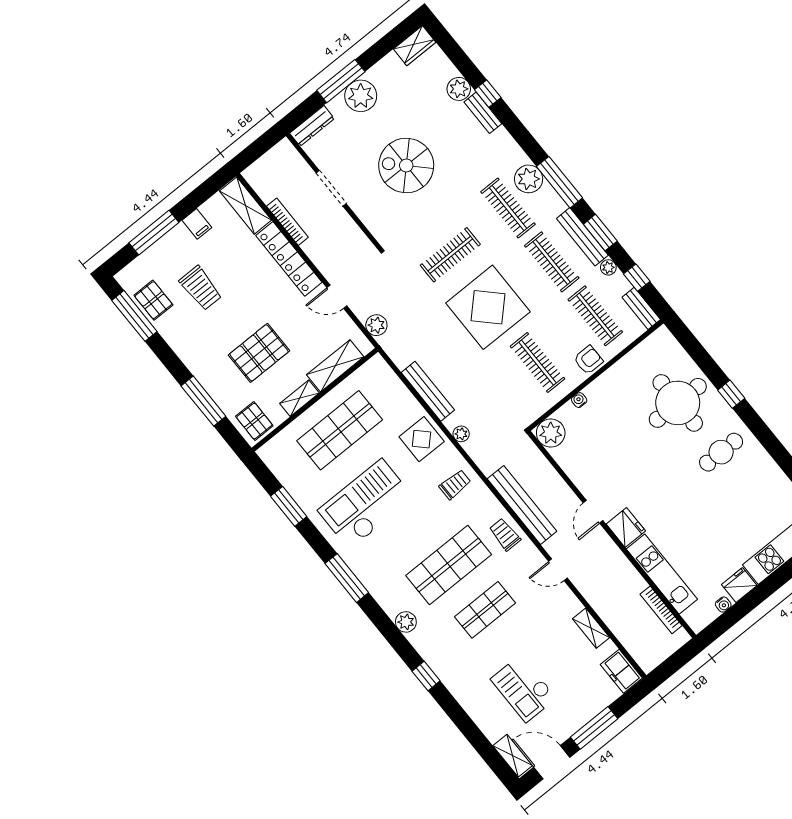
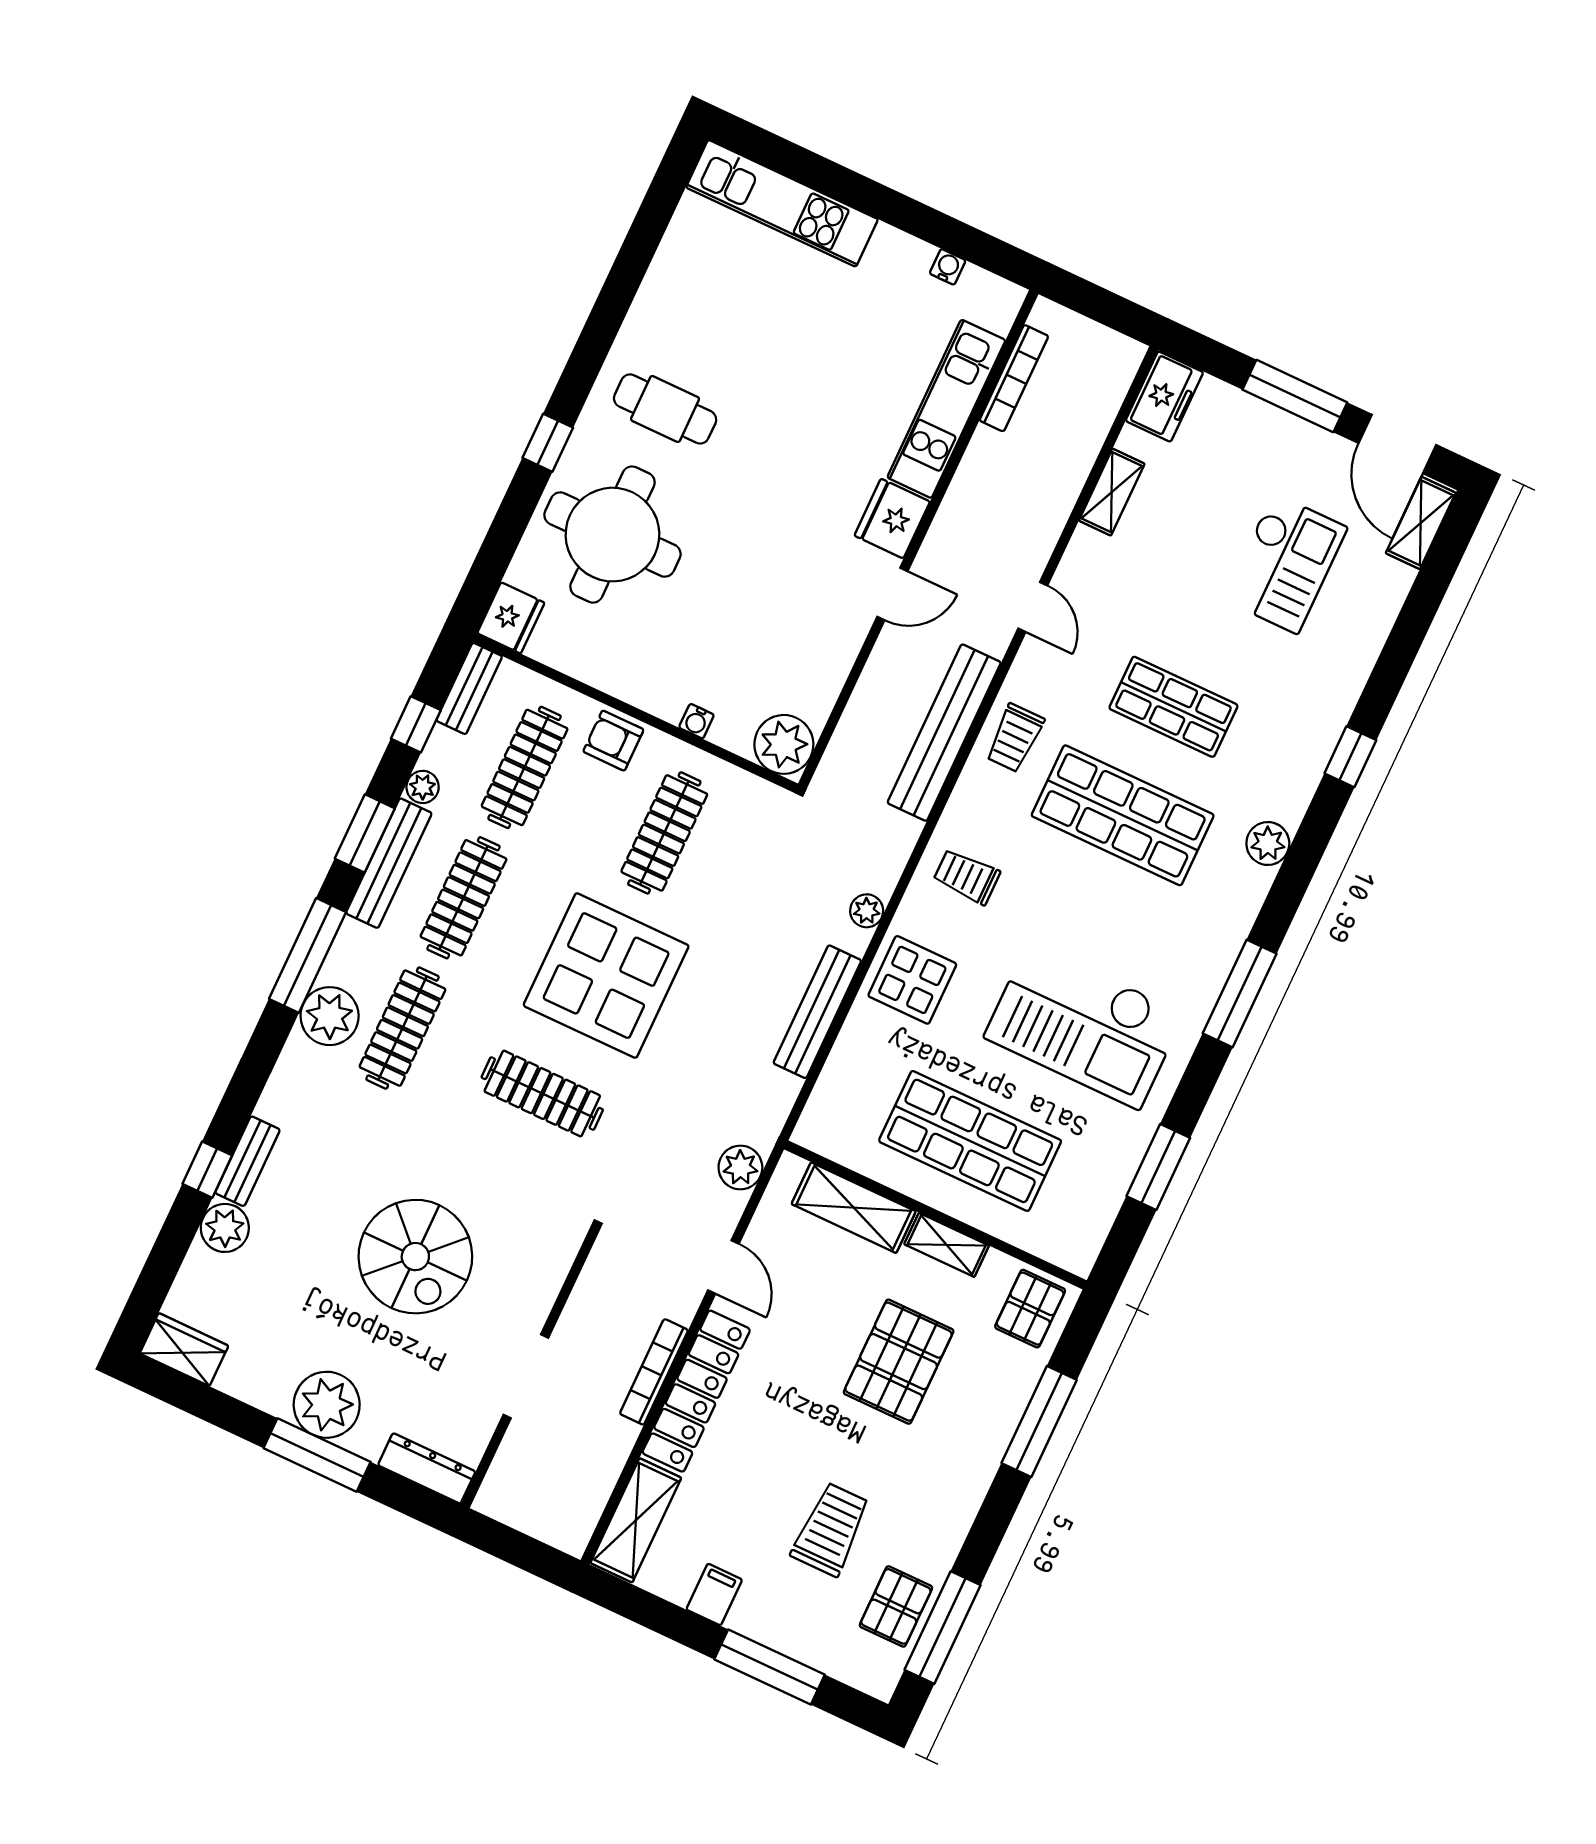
bookcase: (287, 222) -> (654, 1372), moved
pallet: (259, 353) -> (899, 1362), turned 90
fridge: (739, 585) -> (511, 618), moved, turned -90

